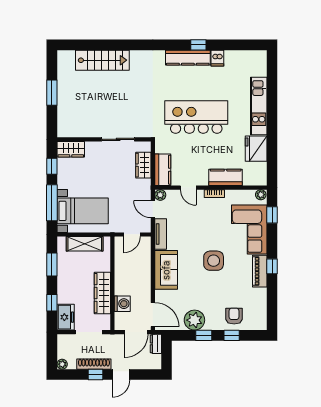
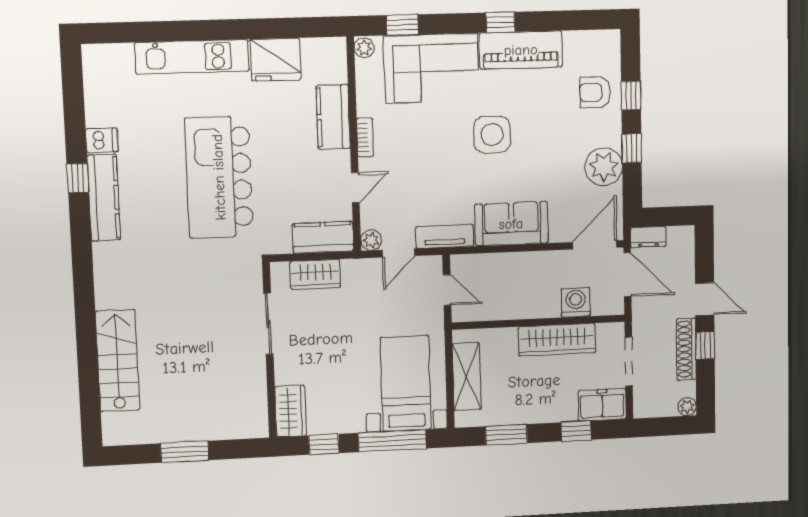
piano: (260, 271) -> (521, 50), width x1.37, depth x1.33

